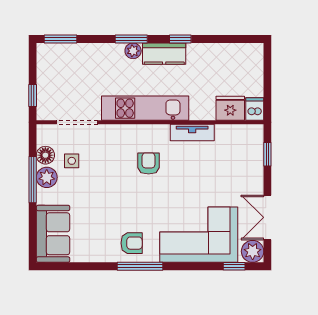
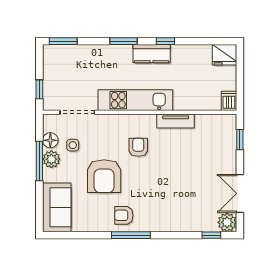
plant: (133, 51) -> (125, 51), removed
fridge: (230, 108) -> (225, 55), moved, turned 180
armchair: (108, 197) -> (104, 176), added
corner sofa: (199, 235) -> (181, 208), removed
armchair: (132, 243) -> (124, 215), turned 180

